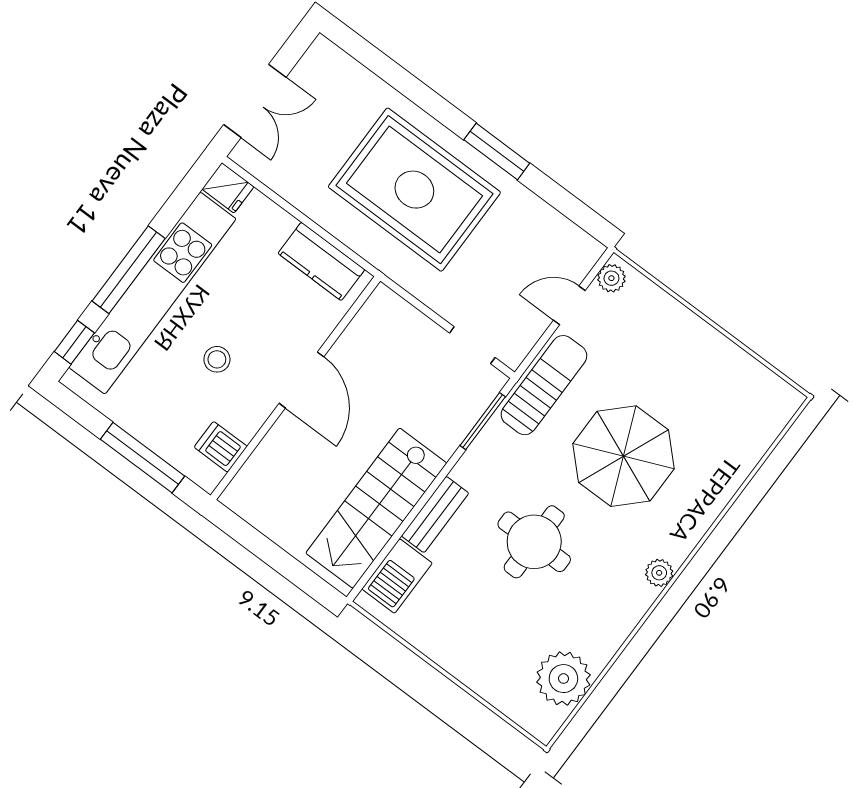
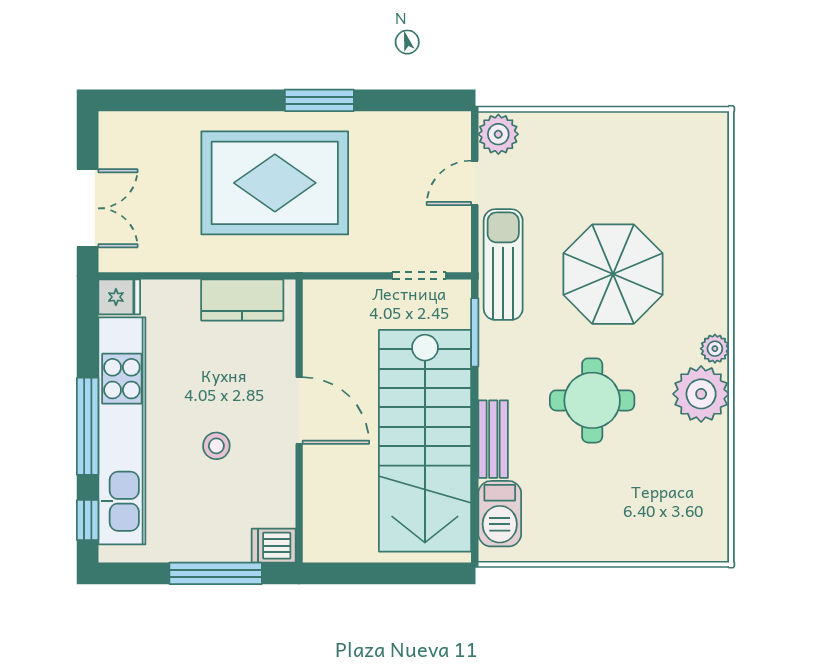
plant: (611, 278) -> (498, 134), width x1.38, depth x1.38
dishwasher: (221, 447) -> (274, 546), moved
stairs: (376, 508) -> (425, 441), width x1.36, depth x1.51
plant: (563, 679) -> (701, 394), moved

